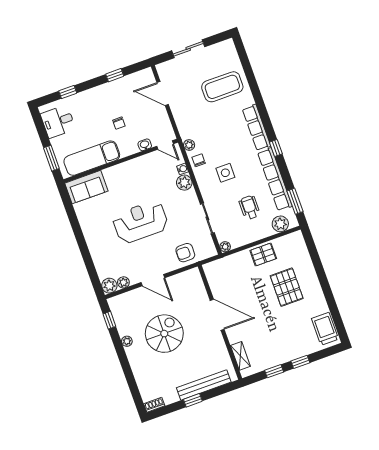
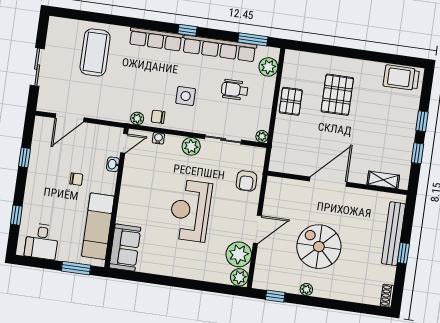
plant: (184, 183) -> (191, 146), moved
plant: (123, 282) -> (239, 254), width x1.87, depth x1.87
pallet: (287, 287) -> (337, 95), turned 90

